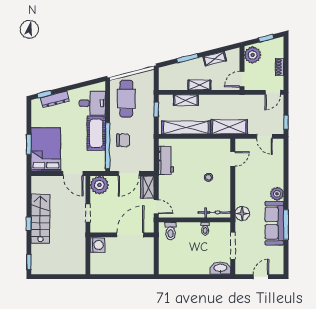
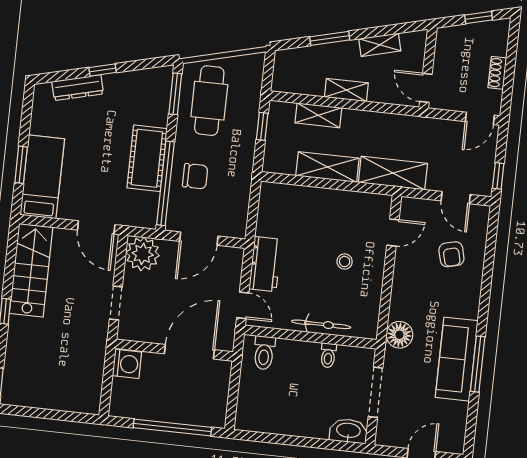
plant: (253, 55) -> (450, 46), removed
door: (242, 79) -> (426, 88), hinge flipped
window: (44, 94) -> (103, 70), moved
window: (108, 97) -> (175, 94), added
desk: (92, 103) -> (146, 102), removed
shelving: (186, 127) -> (327, 167), width x0.68
bed: (46, 149) -> (42, 177), width x0.67
workbench: (166, 160) -> (265, 264), moved
armchair: (265, 167) -> (451, 254), added
wardrobe: (147, 187) -> (230, 267), removed
plant: (277, 194) -> (467, 305), removed
bicycle: (214, 212) -> (321, 324), moved
stairs: (40, 219) -> (31, 270), moved
window: (126, 277) -> (172, 428), added

